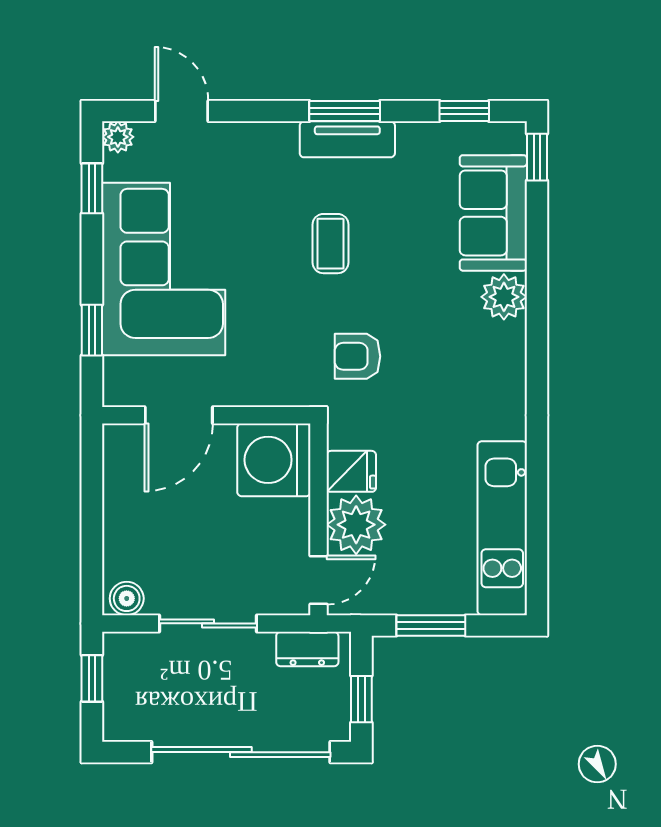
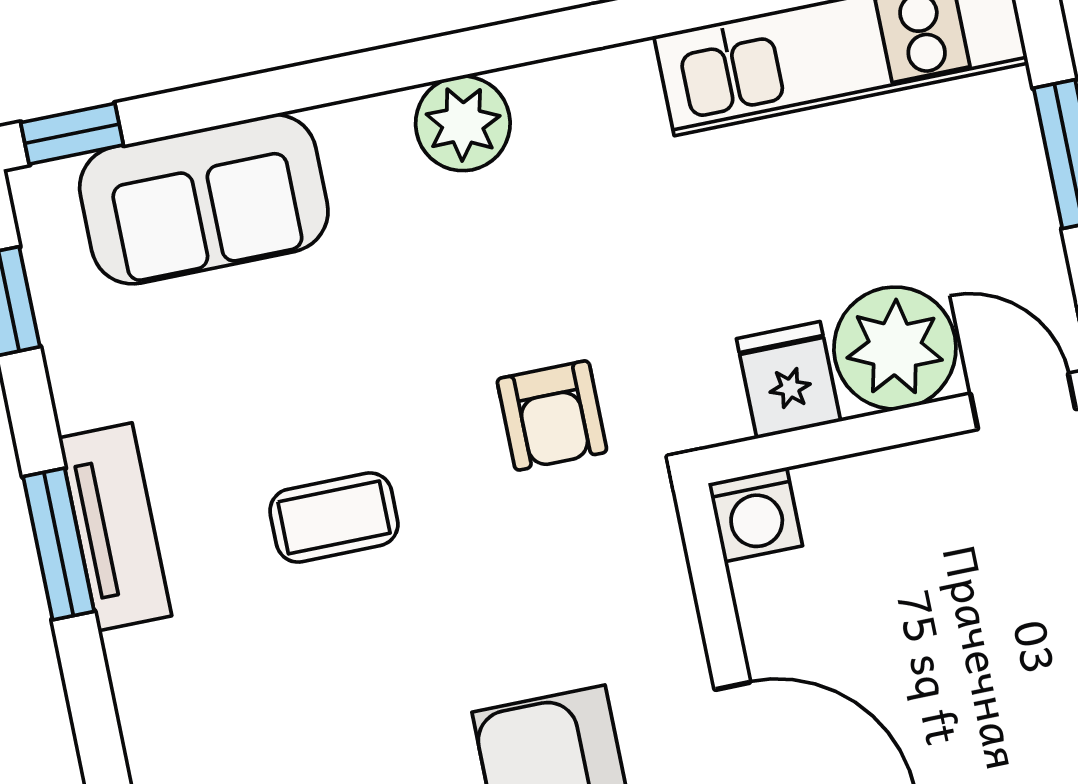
plant: (504, 297) -> (463, 123), moved
washing machine: (274, 460) -> (755, 515), width x0.53, depth x0.53

